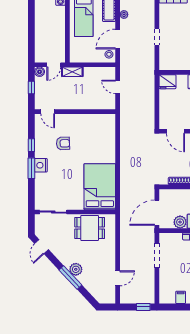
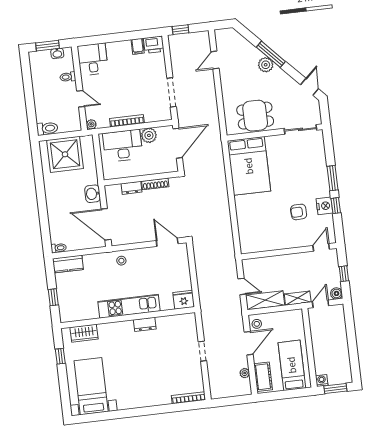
shelving: (100, 73) -> (265, 300), added
door: (48, 112) -> (321, 247), hinge flipped
nightstand: (41, 165) -> (324, 206), moved
printer: (167, 297) -> (154, 45), added

